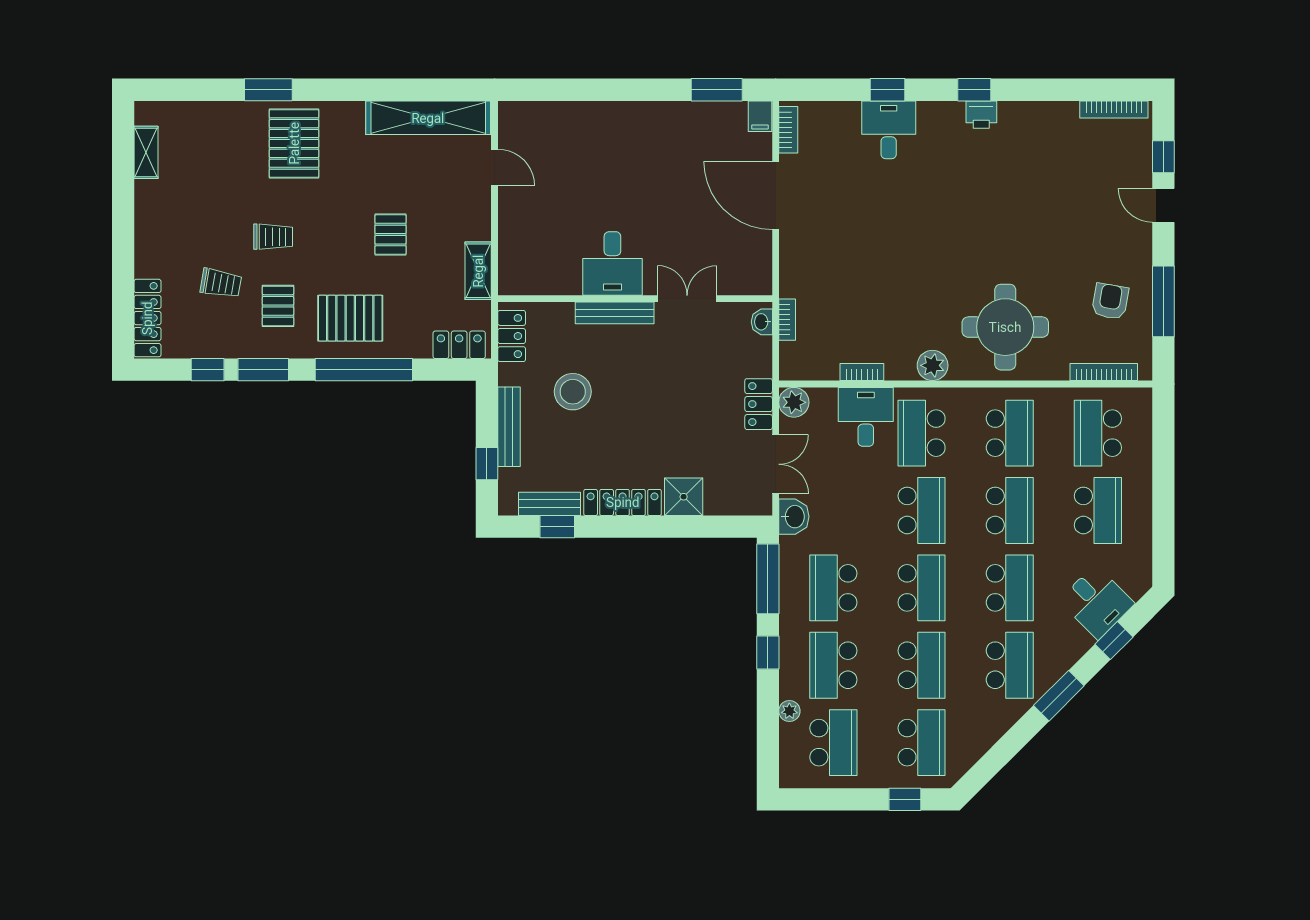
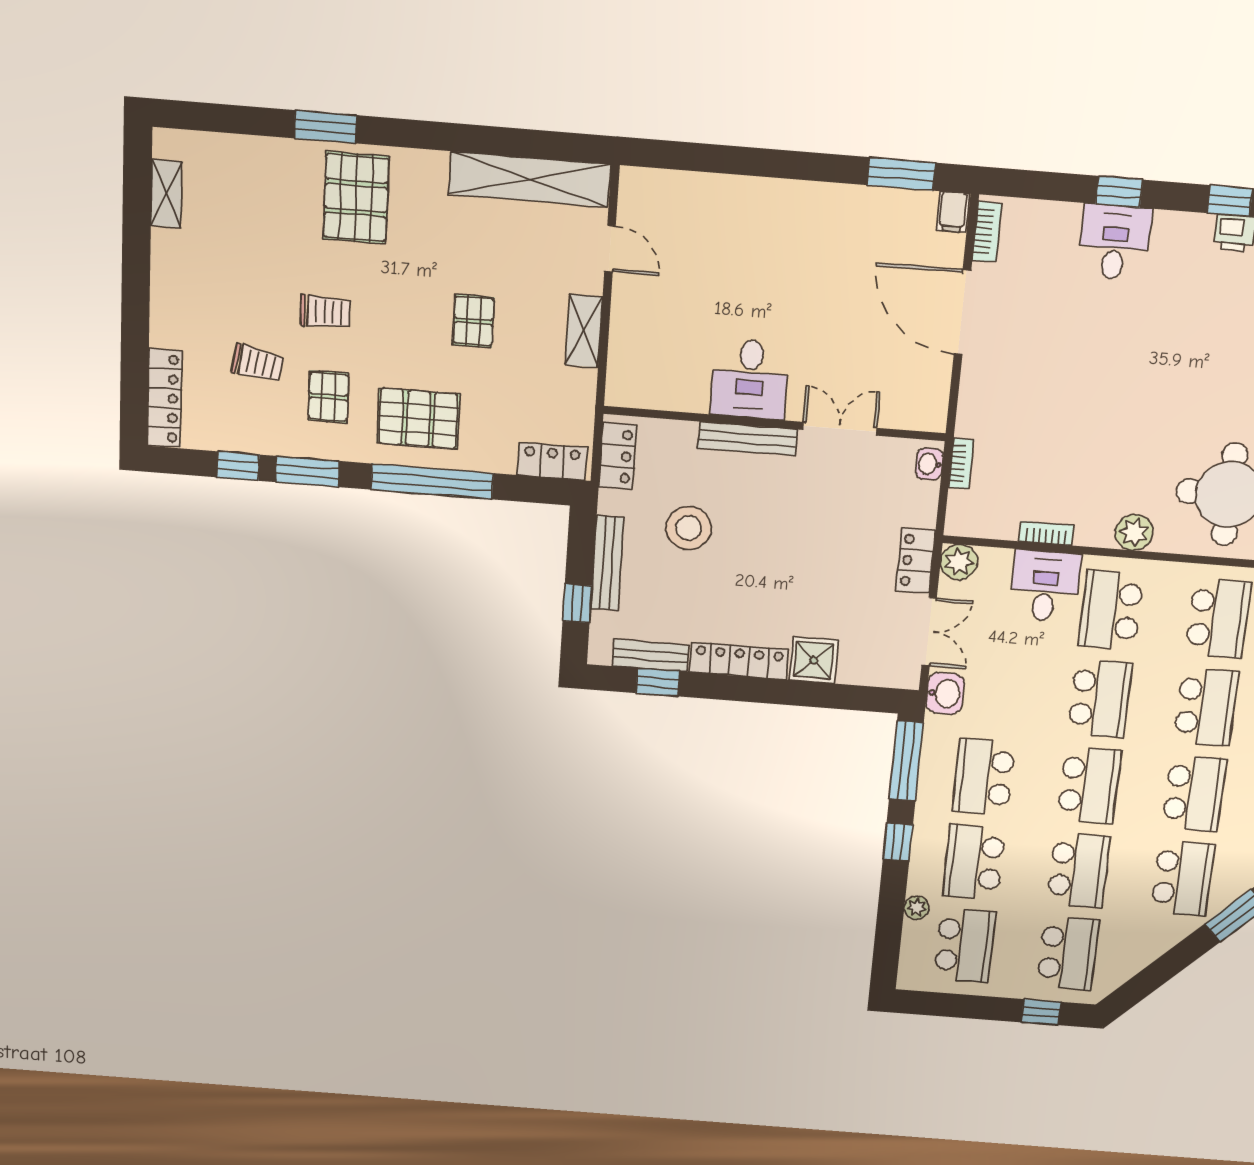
shelving: (478, 271) -> (584, 331), moved

